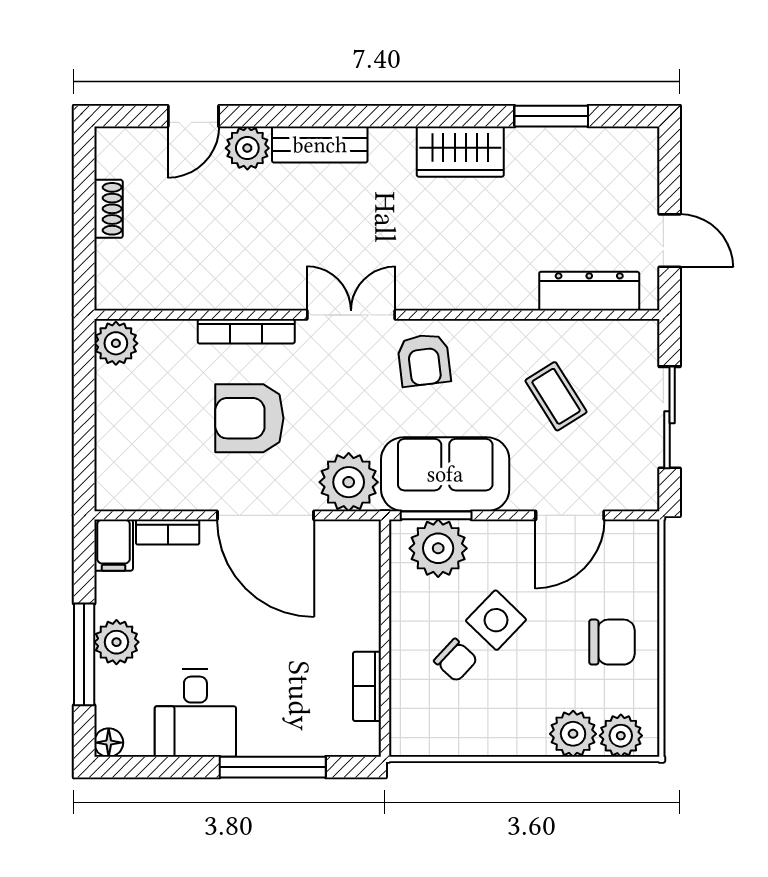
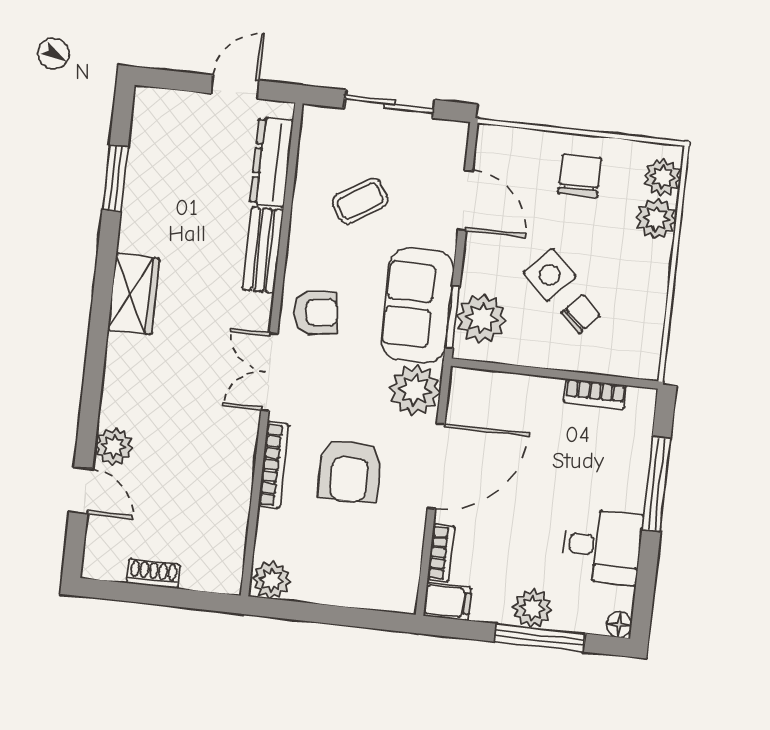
bench: (320, 145) -> (263, 250), moved
wardrobe: (460, 152) -> (134, 294), moved

